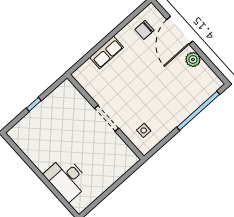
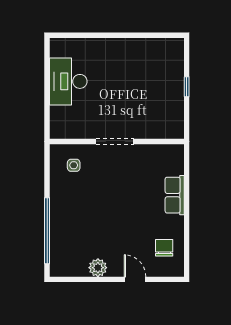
door: (180, 30) -> (135, 279), width x0.53
desk: (67, 179) -> (68, 81), moved, turned -90

